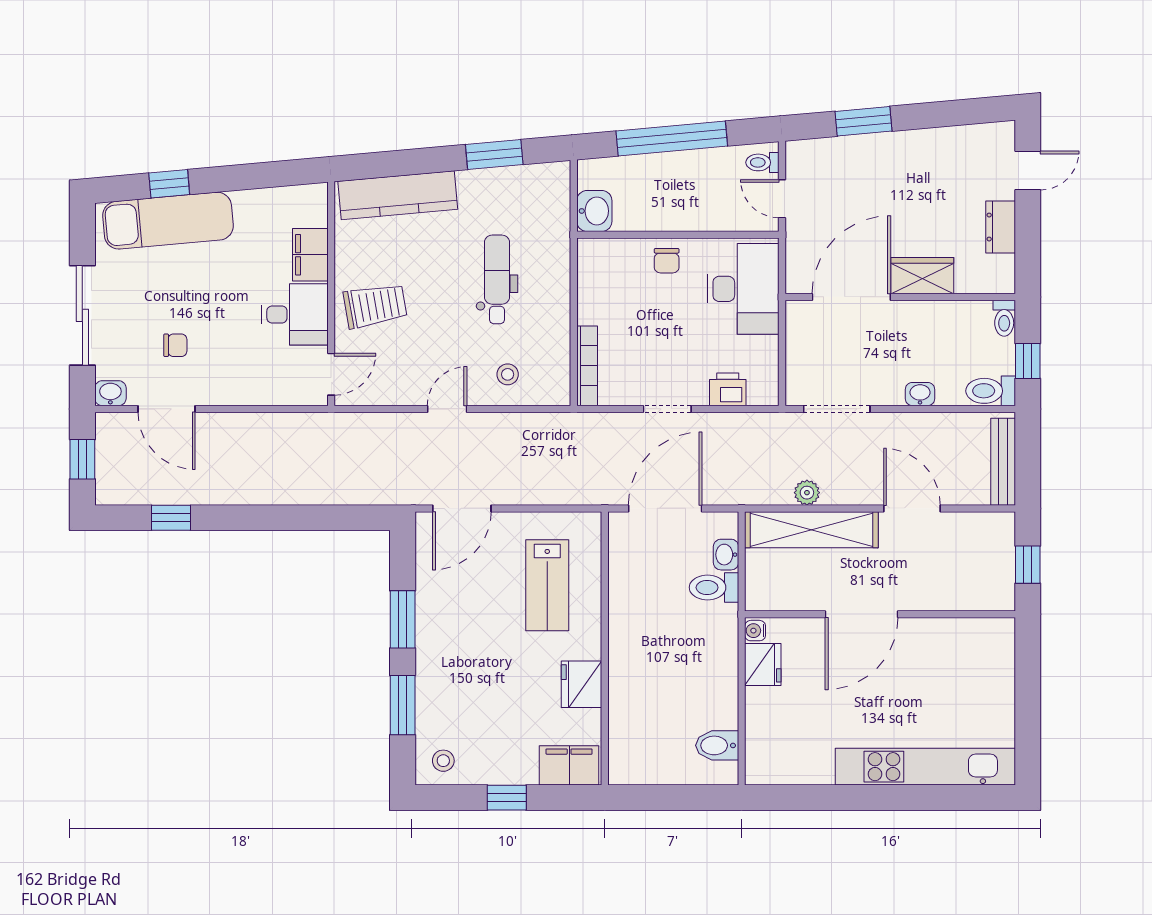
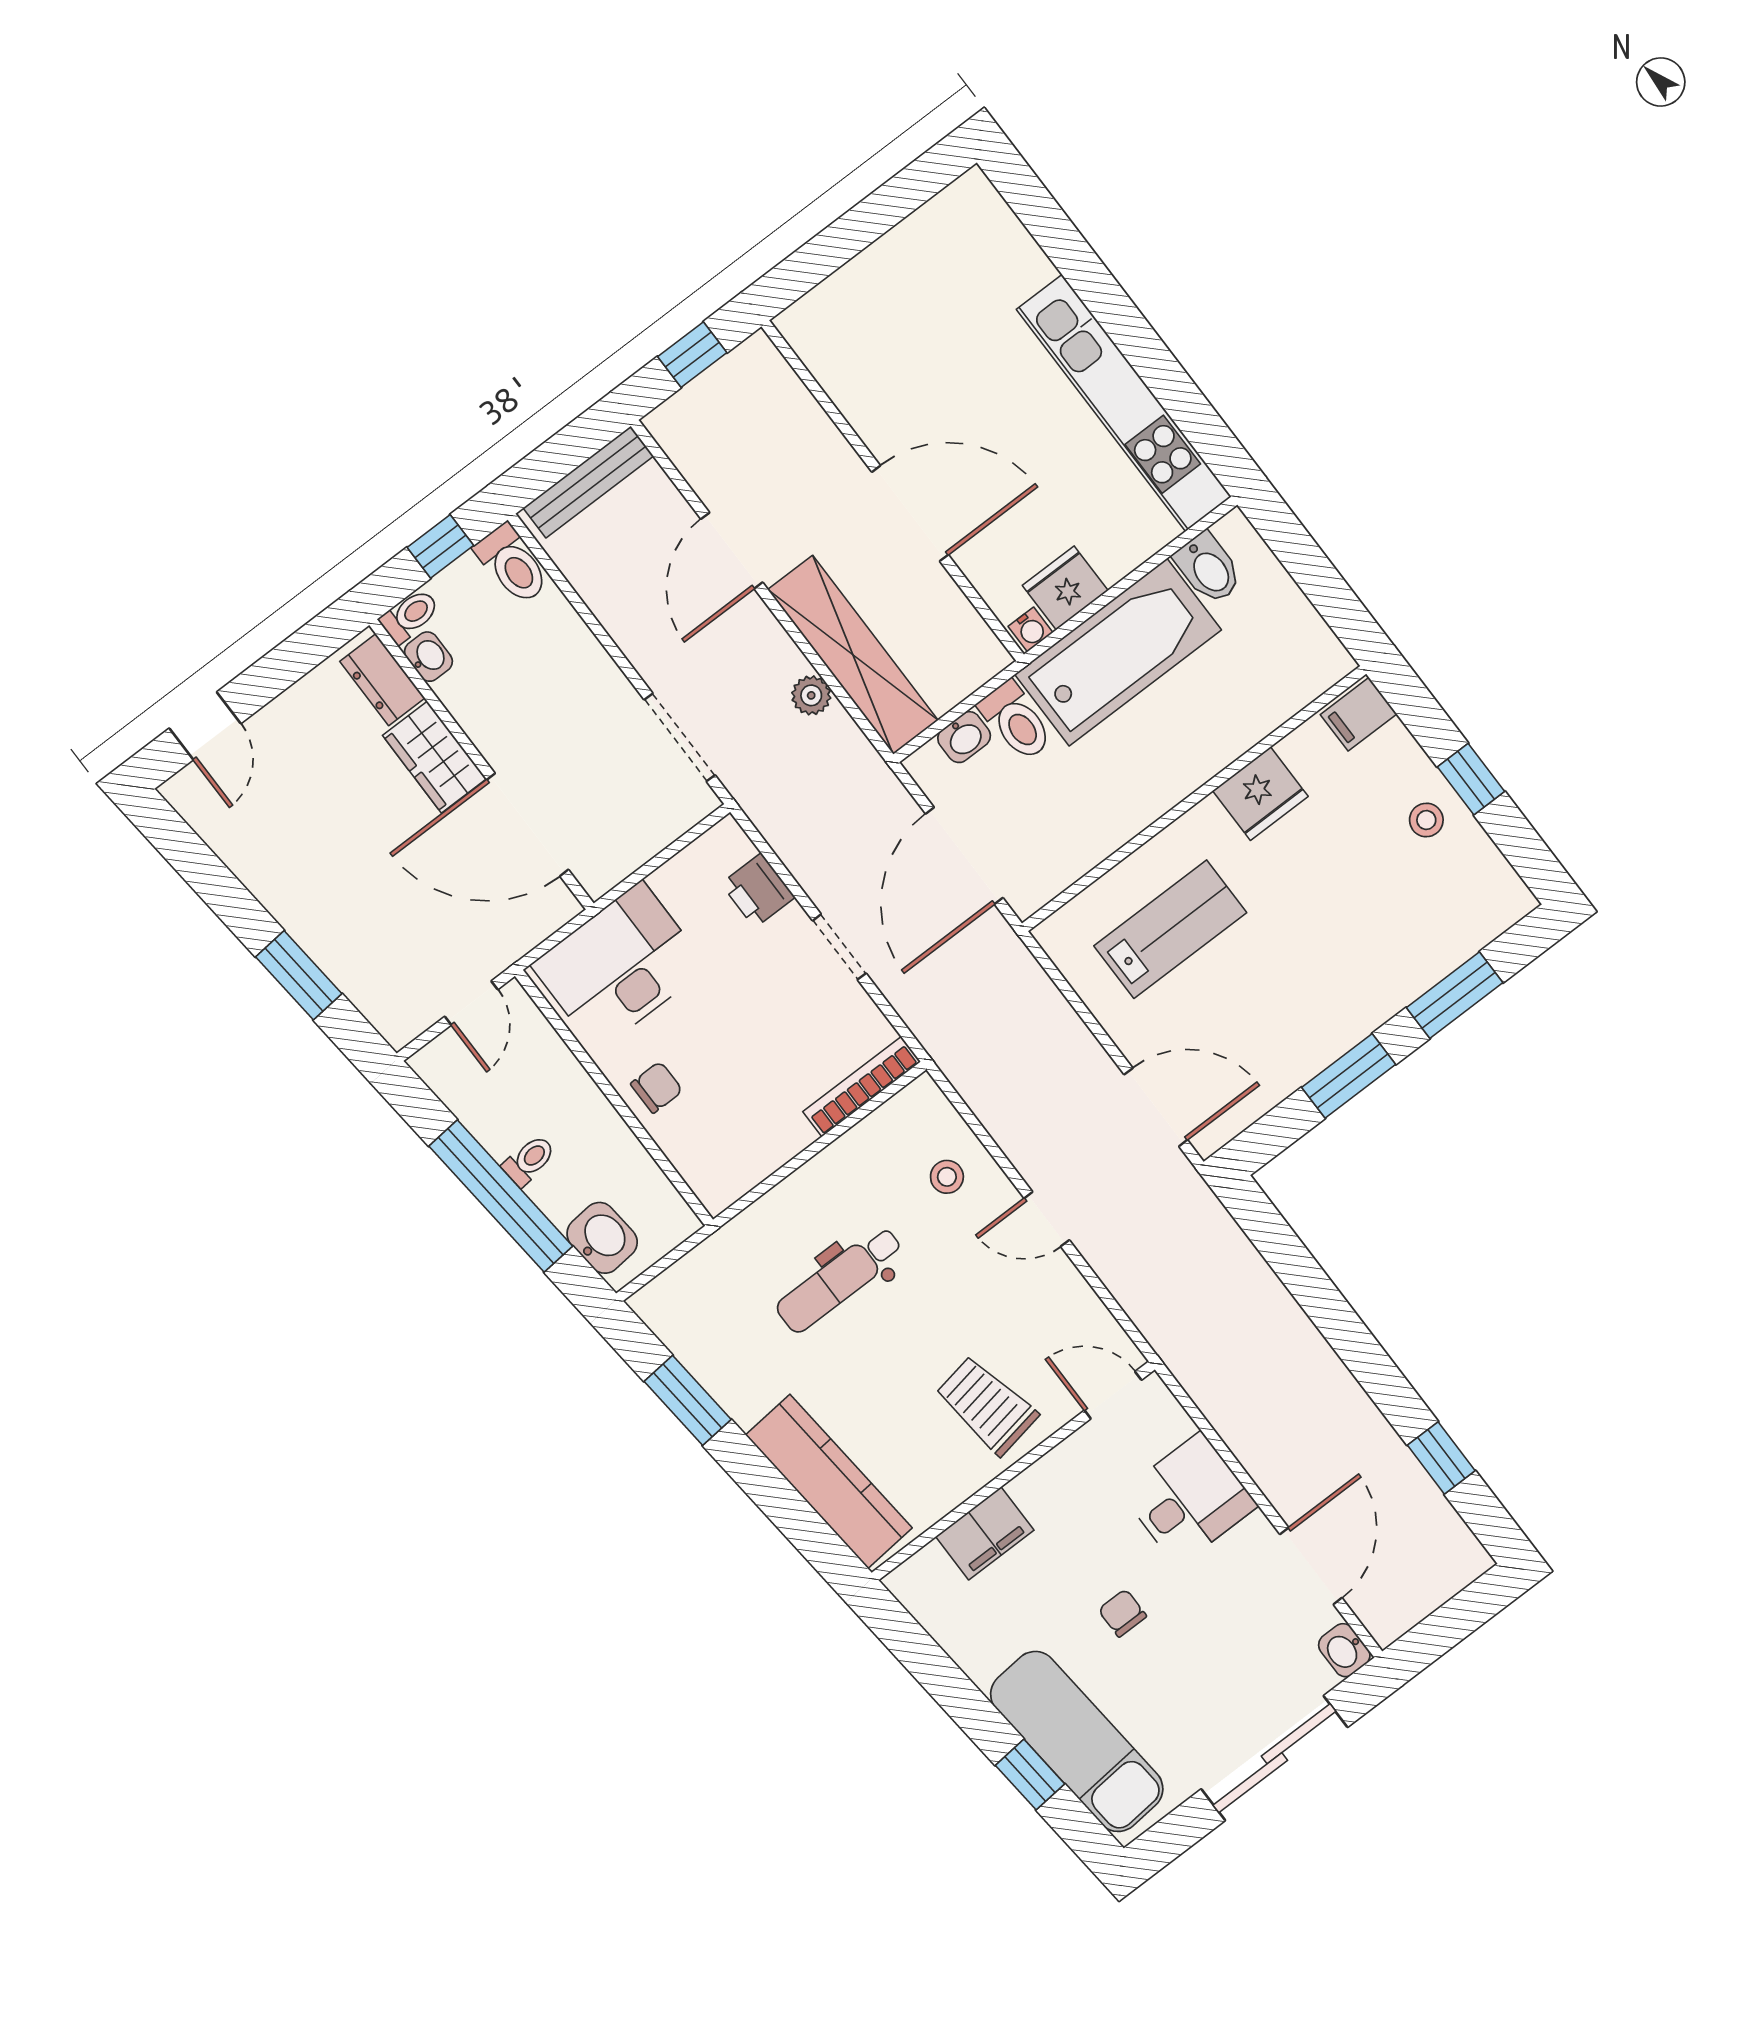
toilet: (762, 162) -> (529, 1160), moved, turned -95
door: (1028, 170) -> (205, 726), swing flipped
washbasin: (594, 211) -> (602, 1238), moved, turned 85
dresser: (1001, 227) -> (382, 680), moved, turned 90
desk: (295, 314) -> (1189, 1499), moved, turned 90
chair: (175, 345) -> (1122, 1613), moved
washbasin: (920, 394) -> (428, 657), moved, turned 180
window: (82, 459) -> (1452, 1623), removed
door: (665, 508) -> (964, 856), hinge flipped
bathtub: (709, 667) -> (1118, 652), added
stool: (443, 761) -> (1426, 820), moved
filing cabinet: (569, 765) -> (1359, 714), width x0.50
kitchen unit: (925, 767) -> (1124, 403), moved

